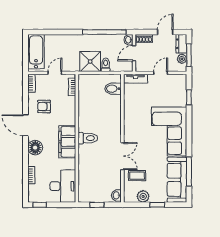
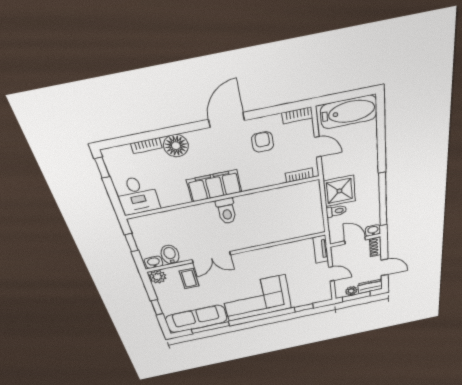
bidet: (113, 89) -> (170, 255), moved
floor lamp: (35, 148) -> (176, 146), moved
desk: (63, 186) -> (137, 196), width x0.73
plant: (143, 196) -> (158, 277), moved

